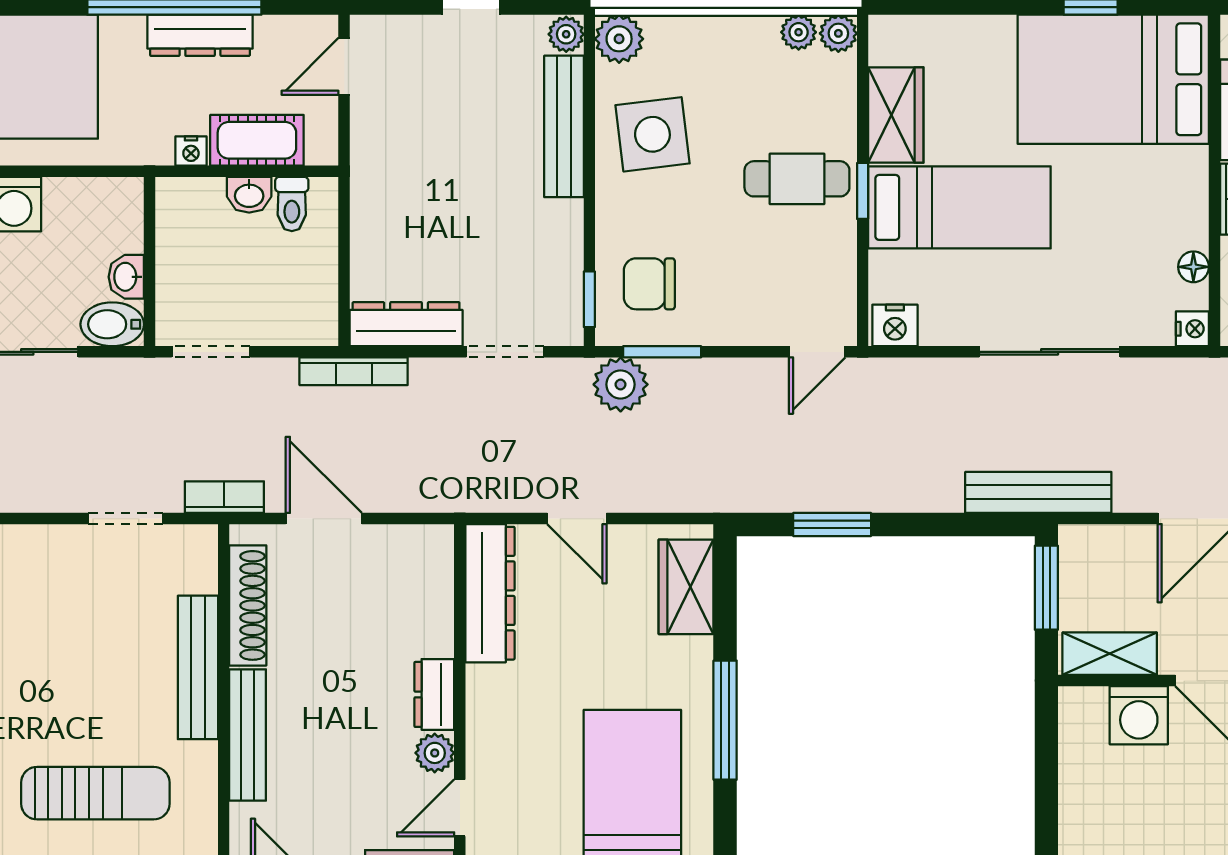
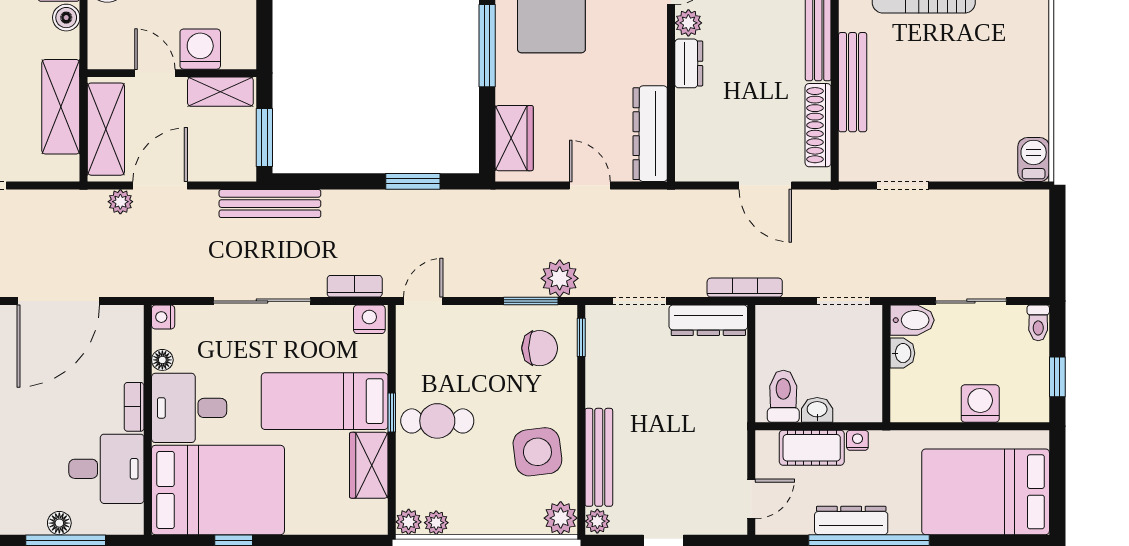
desk: (1155, 198) -> (189, 408), added
toilet: (292, 204) -> (783, 396), width x1.37, depth x1.39
bookcase: (224, 497) -> (355, 286), moved, turned 180

